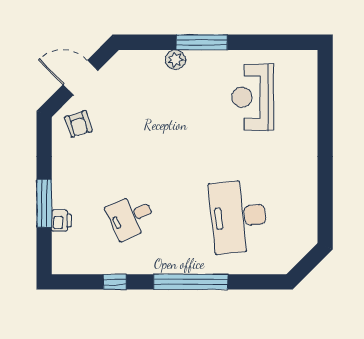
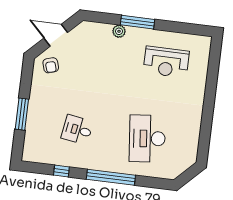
reception desk: (253, 97) -> (166, 62), turned -90
desk: (131, 217) -> (77, 130), turned 33
printer: (61, 221) -> (32, 127), removed

